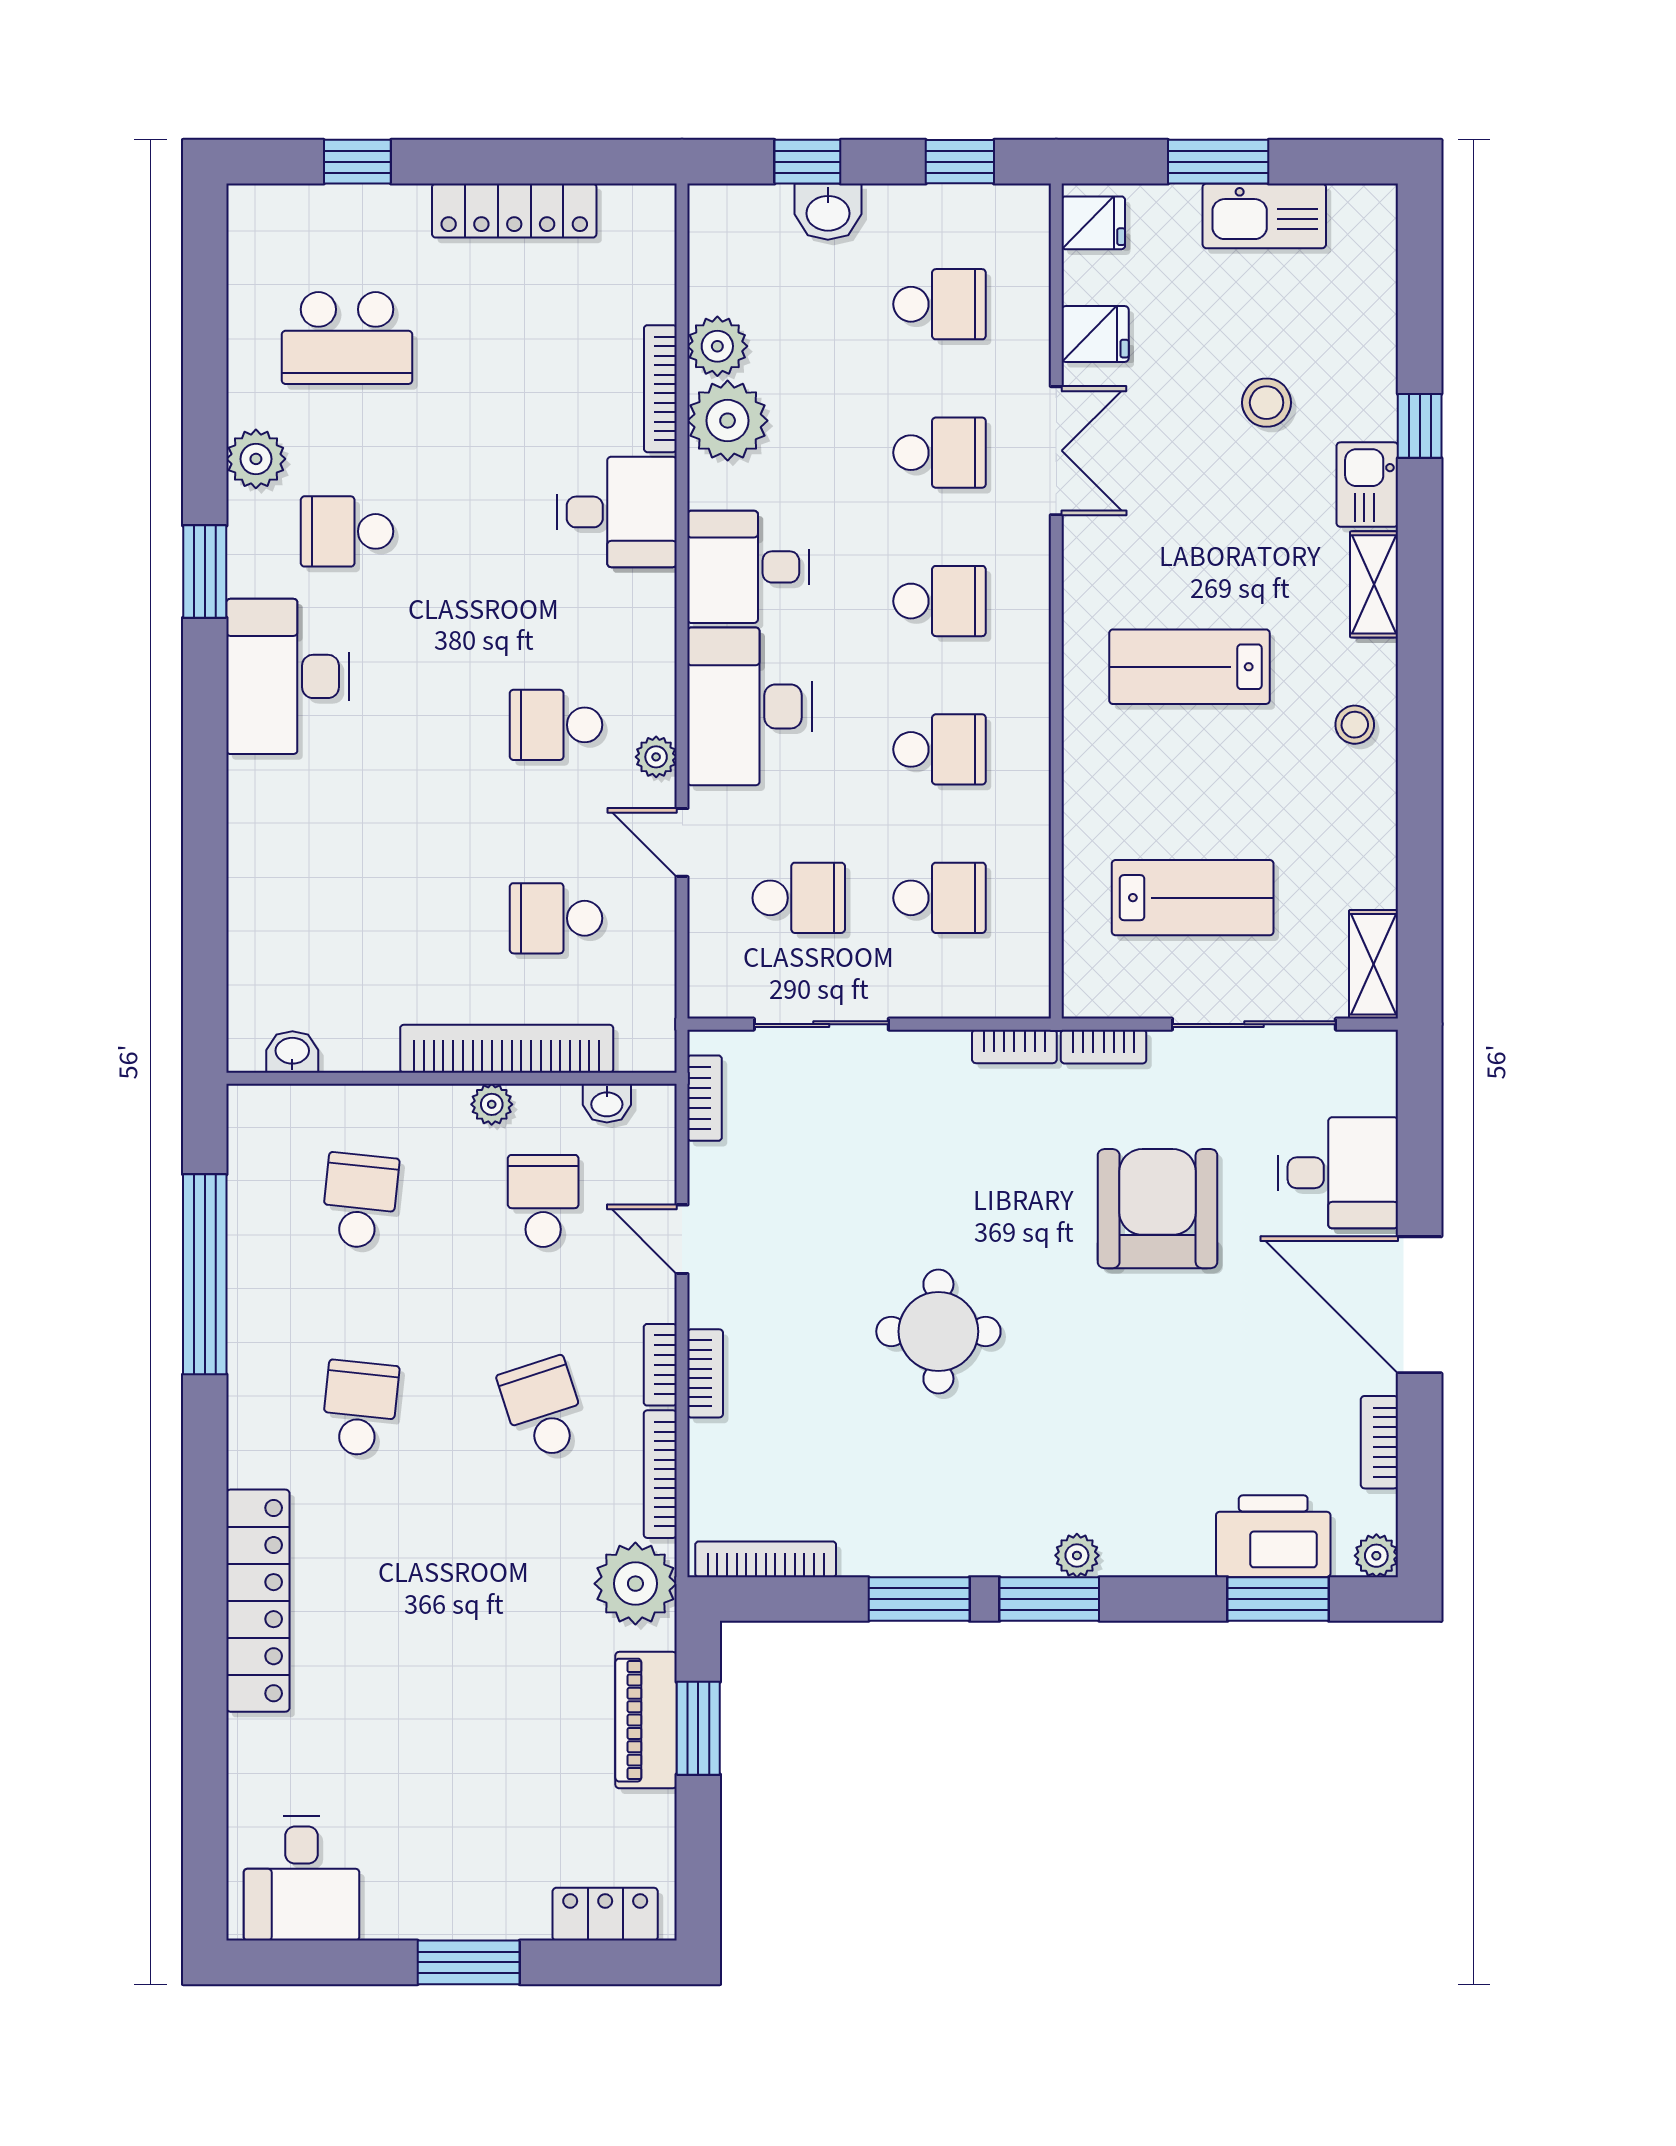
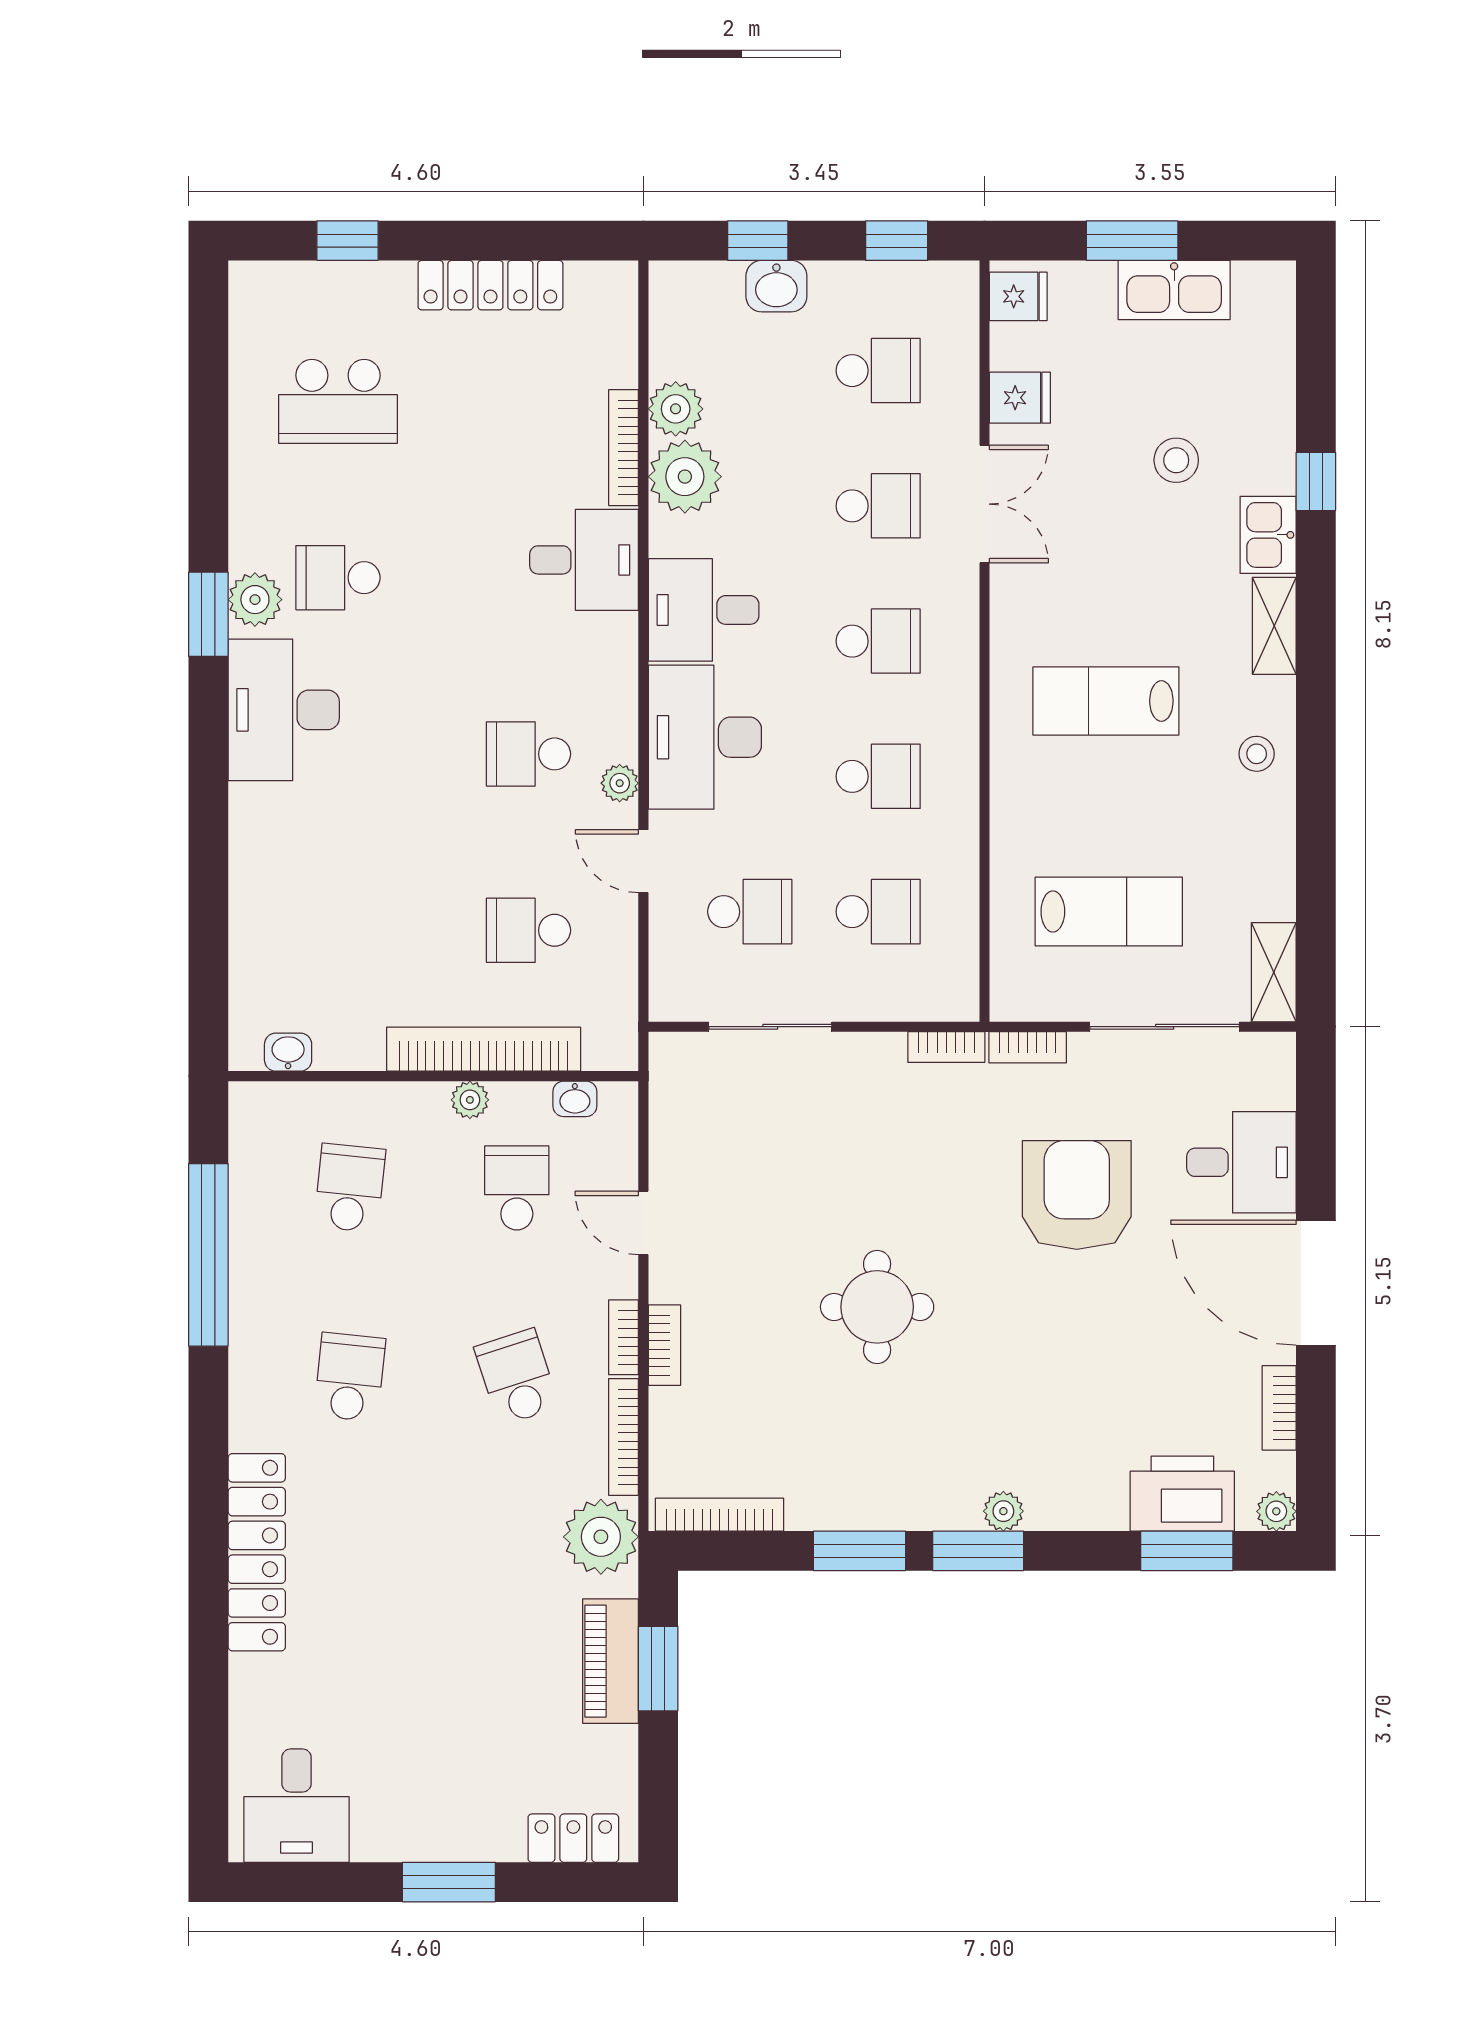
plant: (256, 459) -> (255, 600), moved
bookcase: (705, 1098) -> (664, 1094), removed

